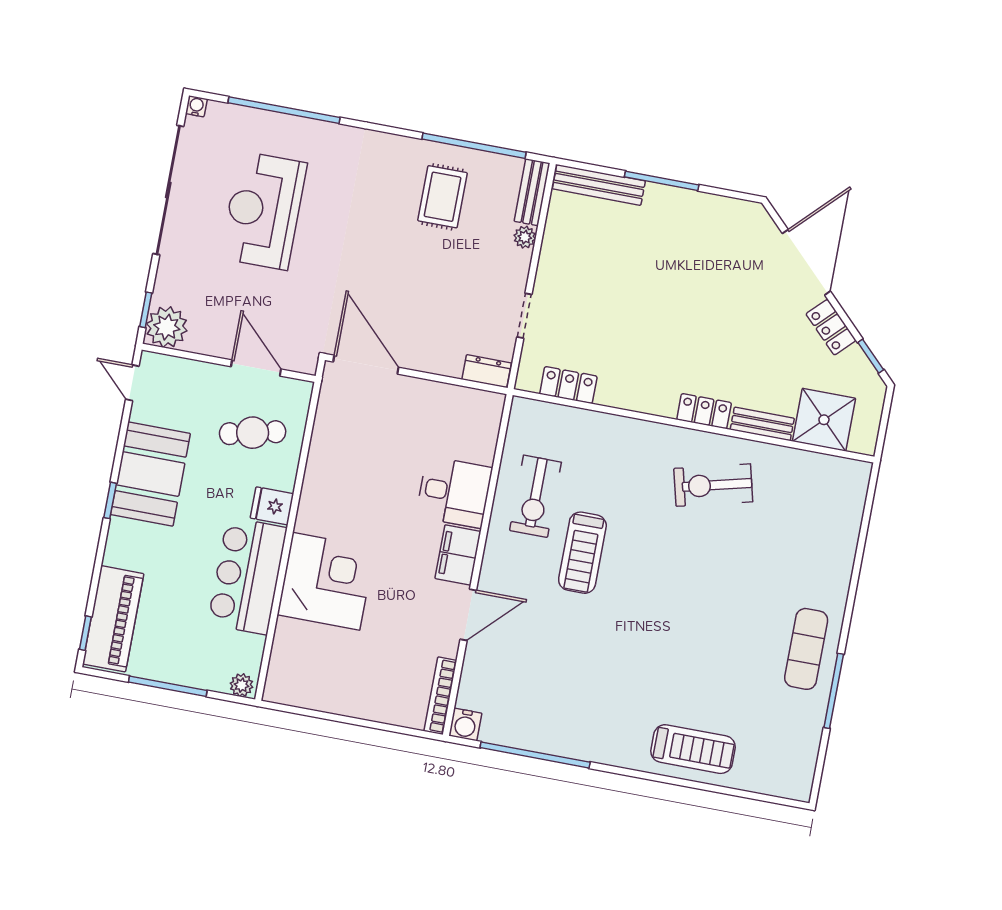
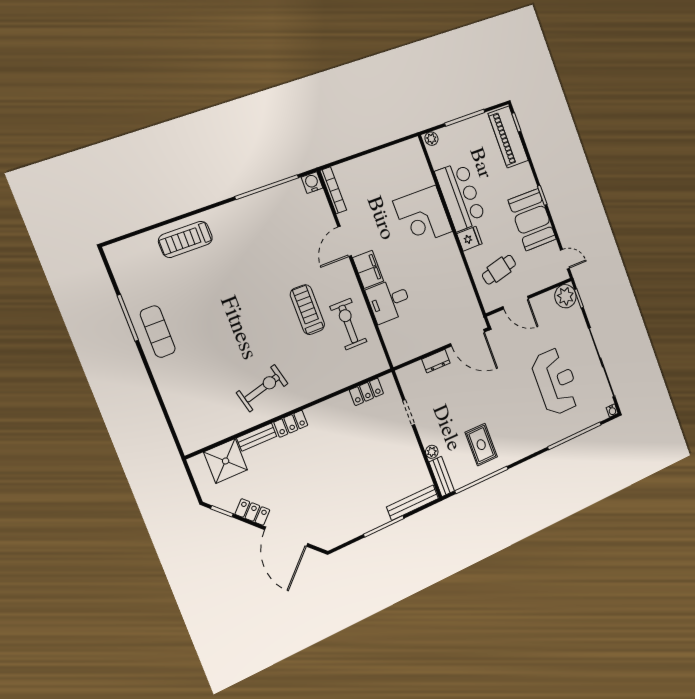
dresser: (487, 371) -> (436, 361), moved

